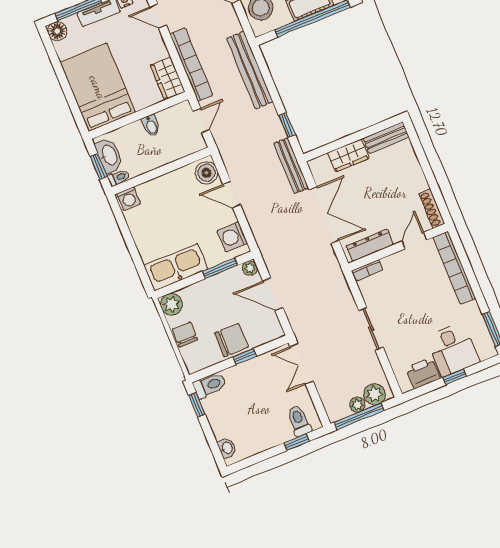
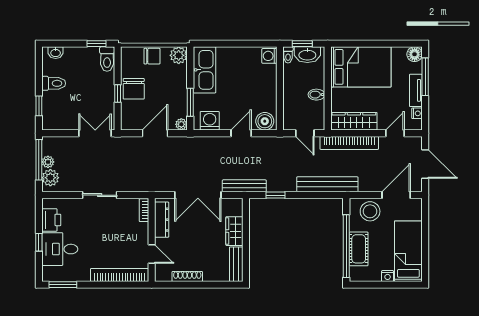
wardrobe: (168, 78) -> (354, 121), width x1.50
shoe rack: (432, 209) -> (187, 276), moved
toilet: (299, 421) -> (54, 83), moved

